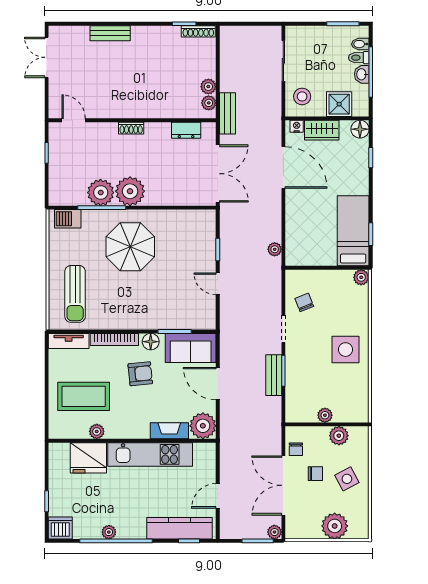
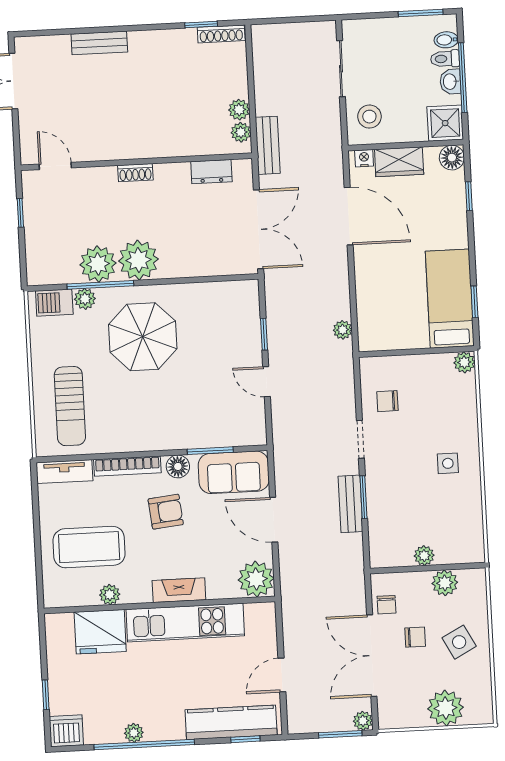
shower: (339, 104) -> (445, 123), moved
plant: (90, 217) -> (85, 299), added
chair: (304, 302) -> (387, 401), turned -68
side table: (346, 350) -> (448, 463), width x0.54, depth x0.54
fireplace: (169, 431) -> (179, 590), moved

